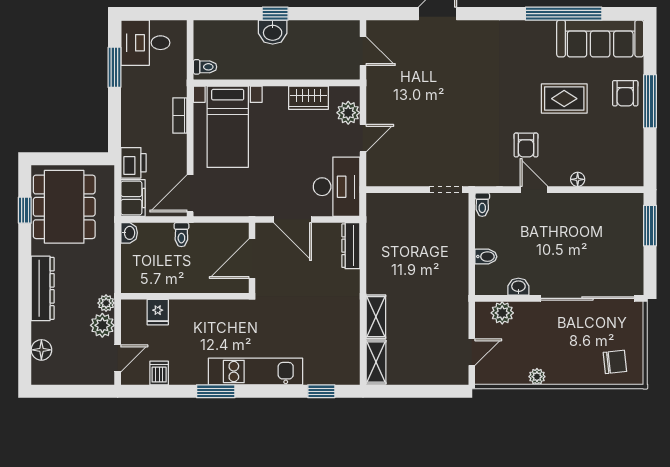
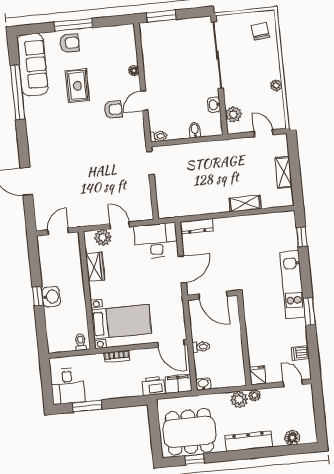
fridge: (158, 312) -> (258, 375), moved, turned -90
plant: (102, 325) -> (239, 400), moved
shelving: (376, 362) -> (284, 172), moved, turned 90

